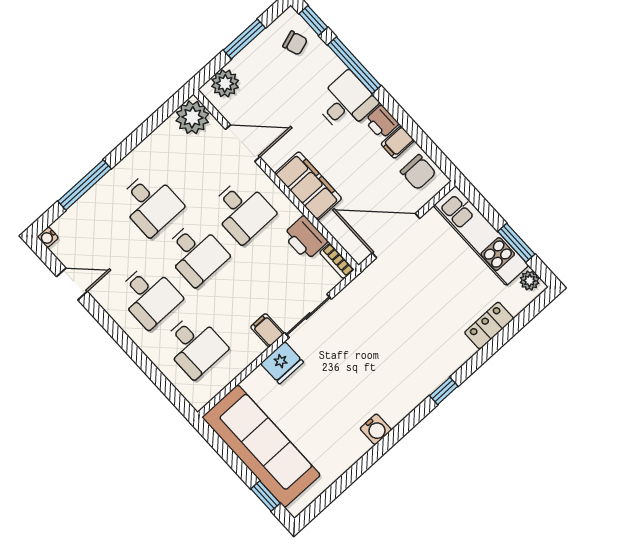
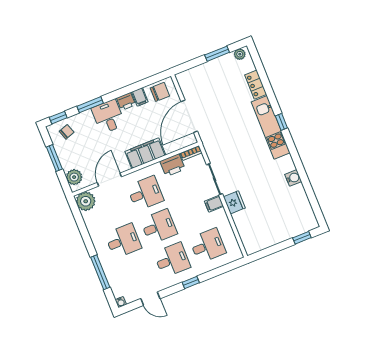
window: (354, 65) -> (90, 105), width x0.69
kitchen unit: (481, 236) -> (271, 127), moved, turned 90
door: (72, 284) -> (150, 299), swing flipped
window: (123, 340) -> (191, 282), added
water cooler: (376, 429) -> (293, 178), moved
sofa: (261, 446) -> (274, 230), removed

